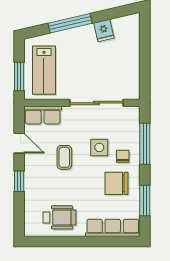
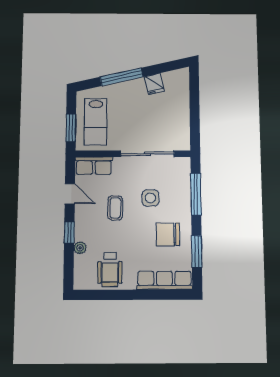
chair: (123, 156) -> (174, 207), removed
plant: (30, 196) -> (80, 248), added
wheelchair: (59, 217) -> (110, 270), turned 90

